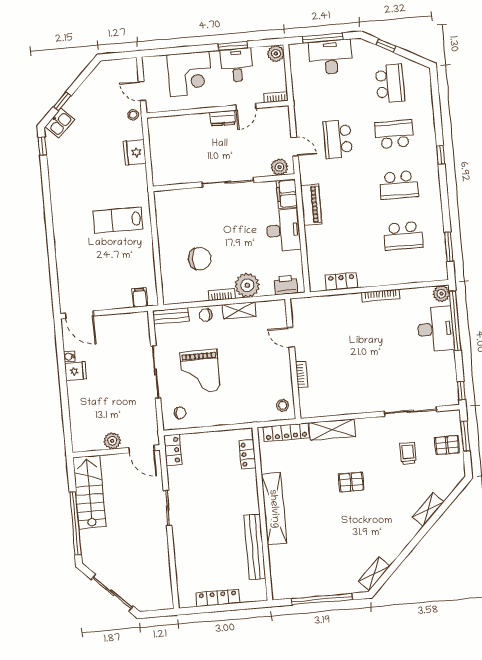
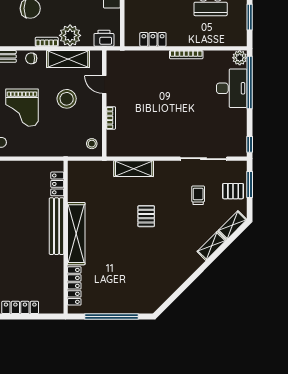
shelving: (239, 310) -> (68, 59), width x1.50, depth x1.33
stool: (250, 357) -> (67, 99), added
locker: (286, 432) -> (74, 286), moved, turned -90
pallet: (351, 482) -> (146, 216), turned 90
bench: (255, 547) -> (57, 226), moved
shelving: (374, 574) -> (232, 225), moved

